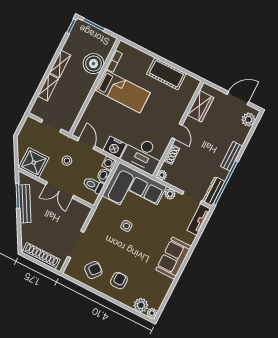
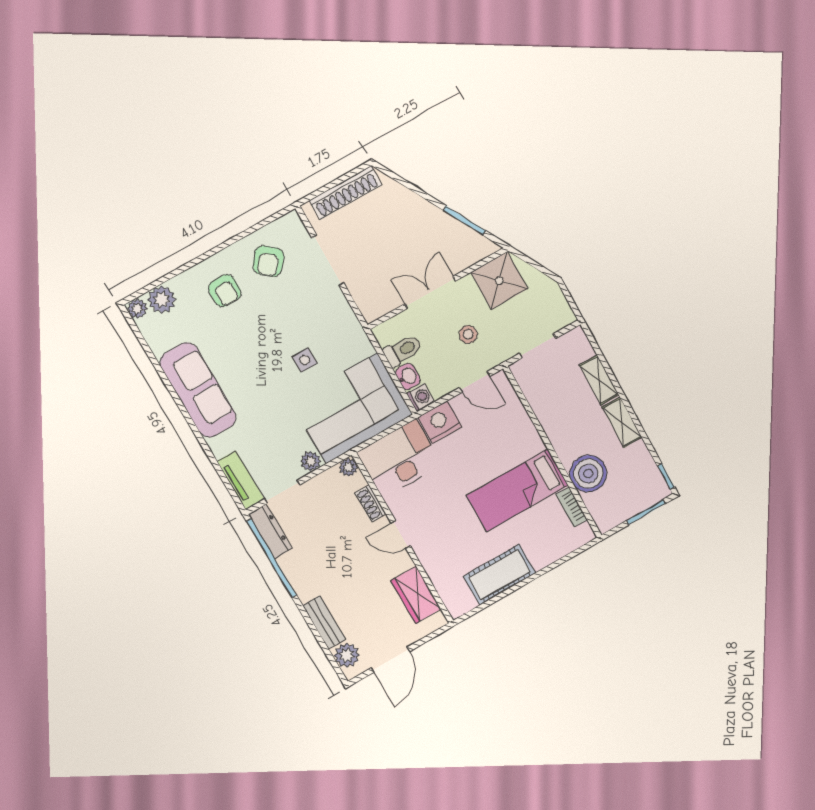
bench: (232, 156) -> (324, 622), moved
bench: (25, 204) -> (445, 223), removed
sofa: (174, 258) -> (198, 390), width x1.36

